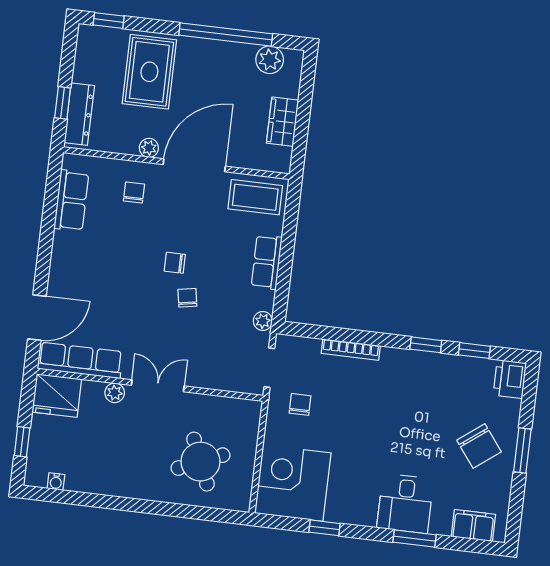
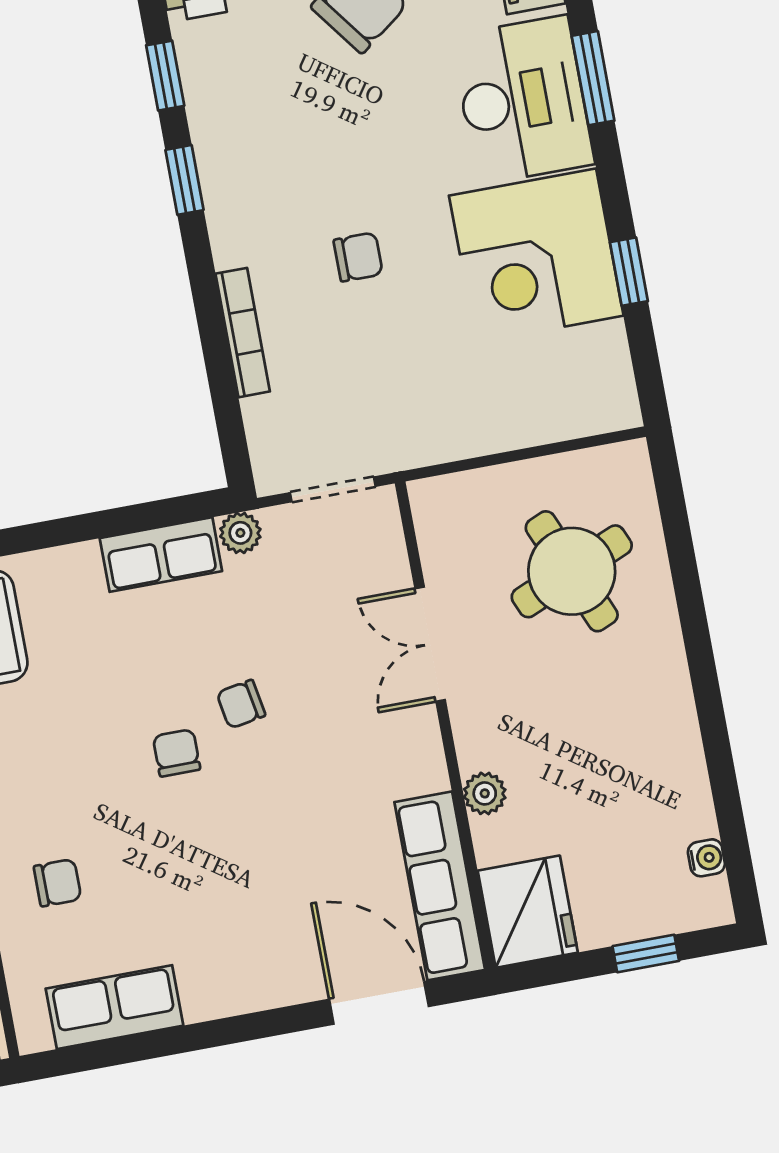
chair: (134, 193) -> (58, 883), turned 180
row of seats: (267, 262) -> (161, 555), moved
chair: (175, 263) -> (177, 753), turned 180
double door: (158, 386) -> (430, 644), moved
chair: (300, 404) -> (358, 257), moved, turned 180
corner desk: (293, 483) -> (536, 256), moved
desk: (405, 503) -> (523, 100), width x1.37

